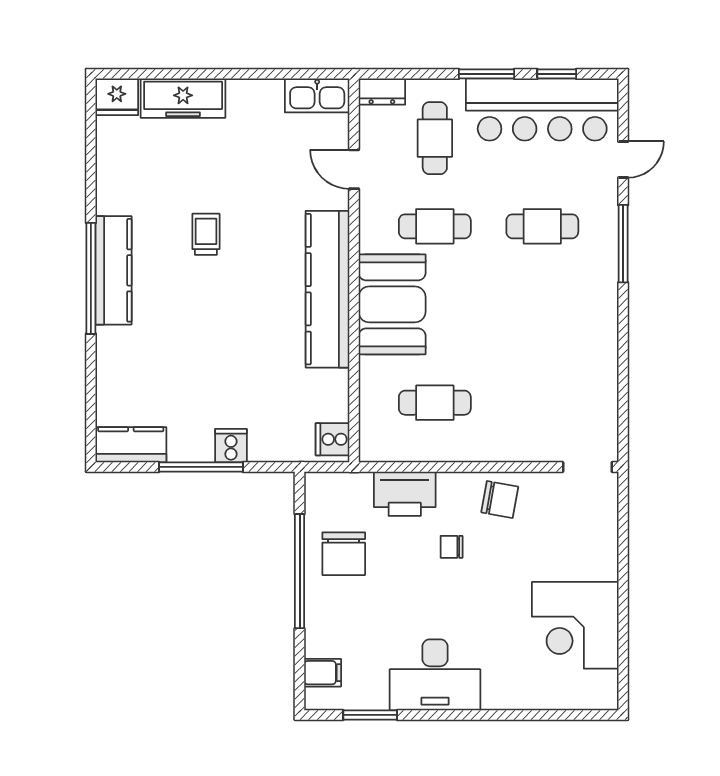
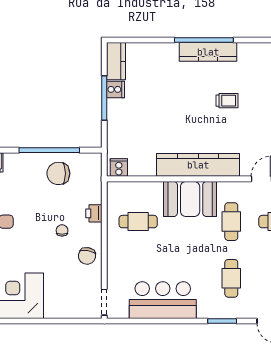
window: (623, 244) -> (222, 321), width x0.69
bar counter: (583, 356) -> (163, 300), added
cafe table: (435, 403) -> (138, 222), turned 90
cooker: (231, 446) -> (115, 89), moved
printer: (405, 494) -> (94, 213), width x0.53, depth x0.68

